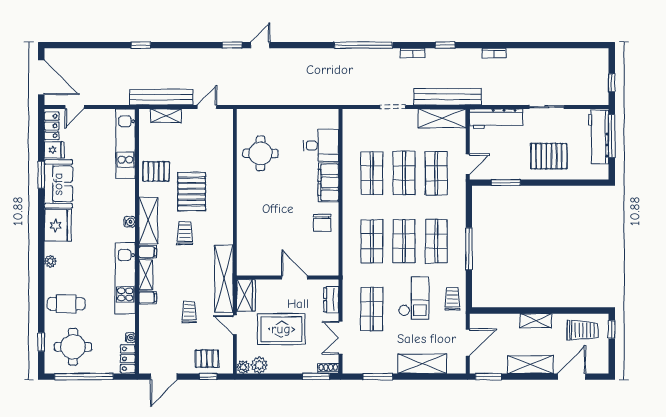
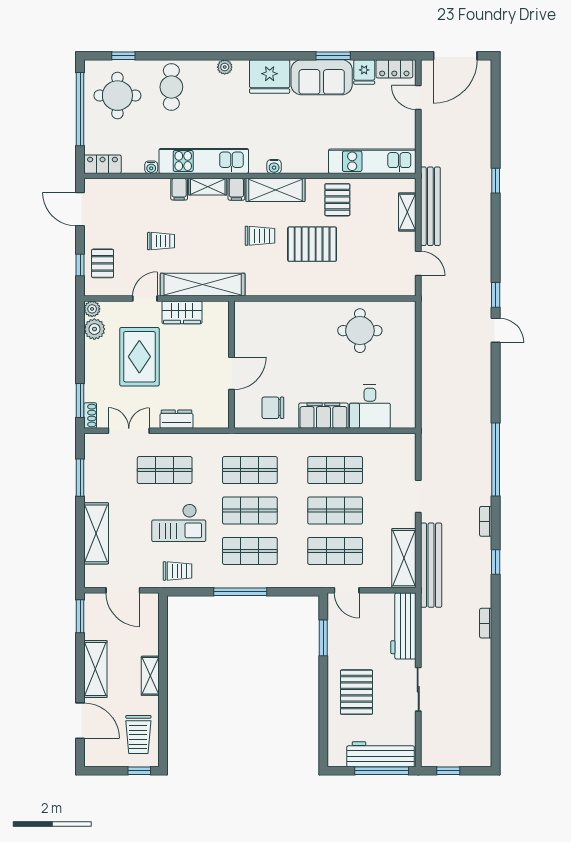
wall: (288, 278) -> (231, 365), moved
door: (295, 278) -> (231, 373), moved
water cooler: (130, 338) -> (151, 167), moved

